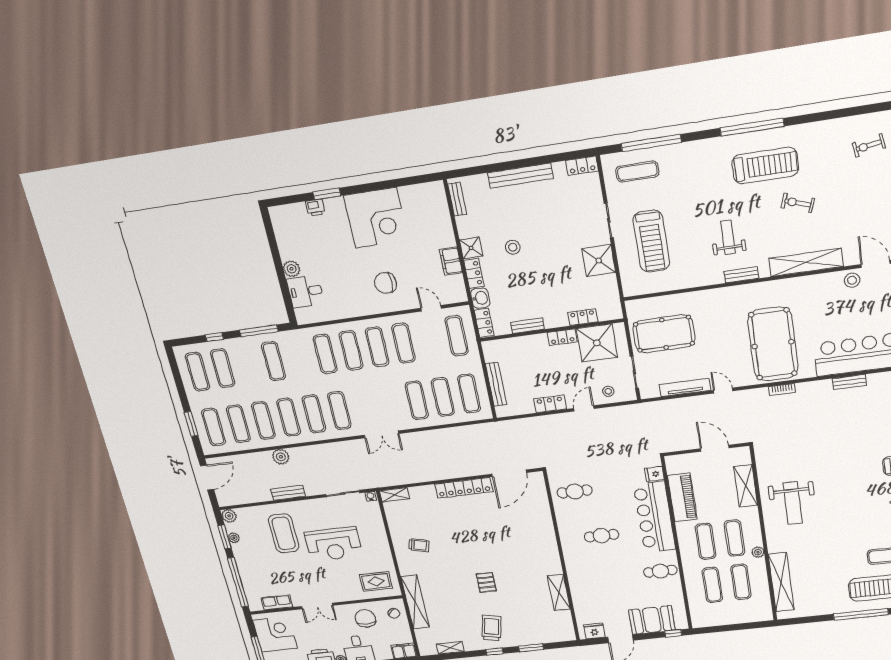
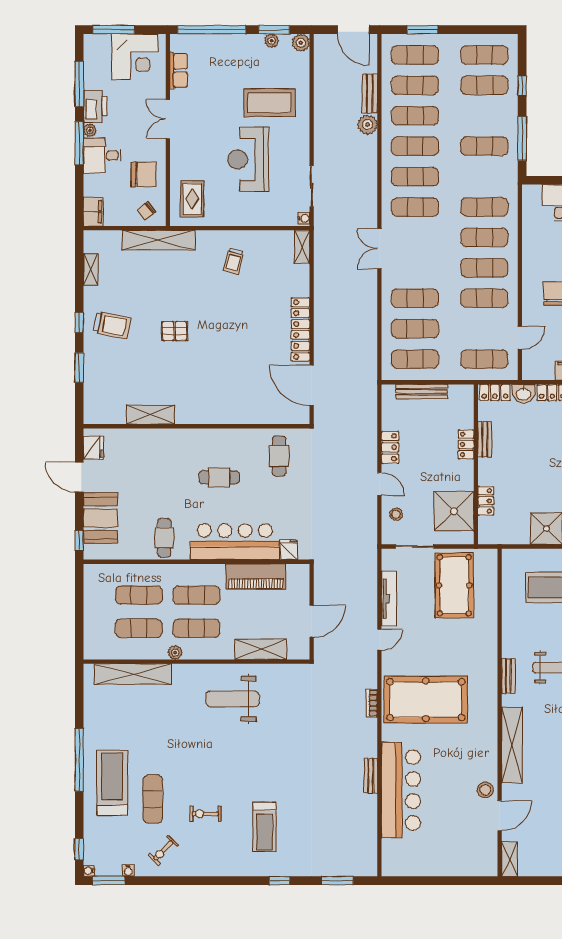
locker: (562, 337) -> (466, 444), moved
bench: (288, 493) -> (370, 94), moved
cafe table: (602, 536) -> (219, 477), turned 90

